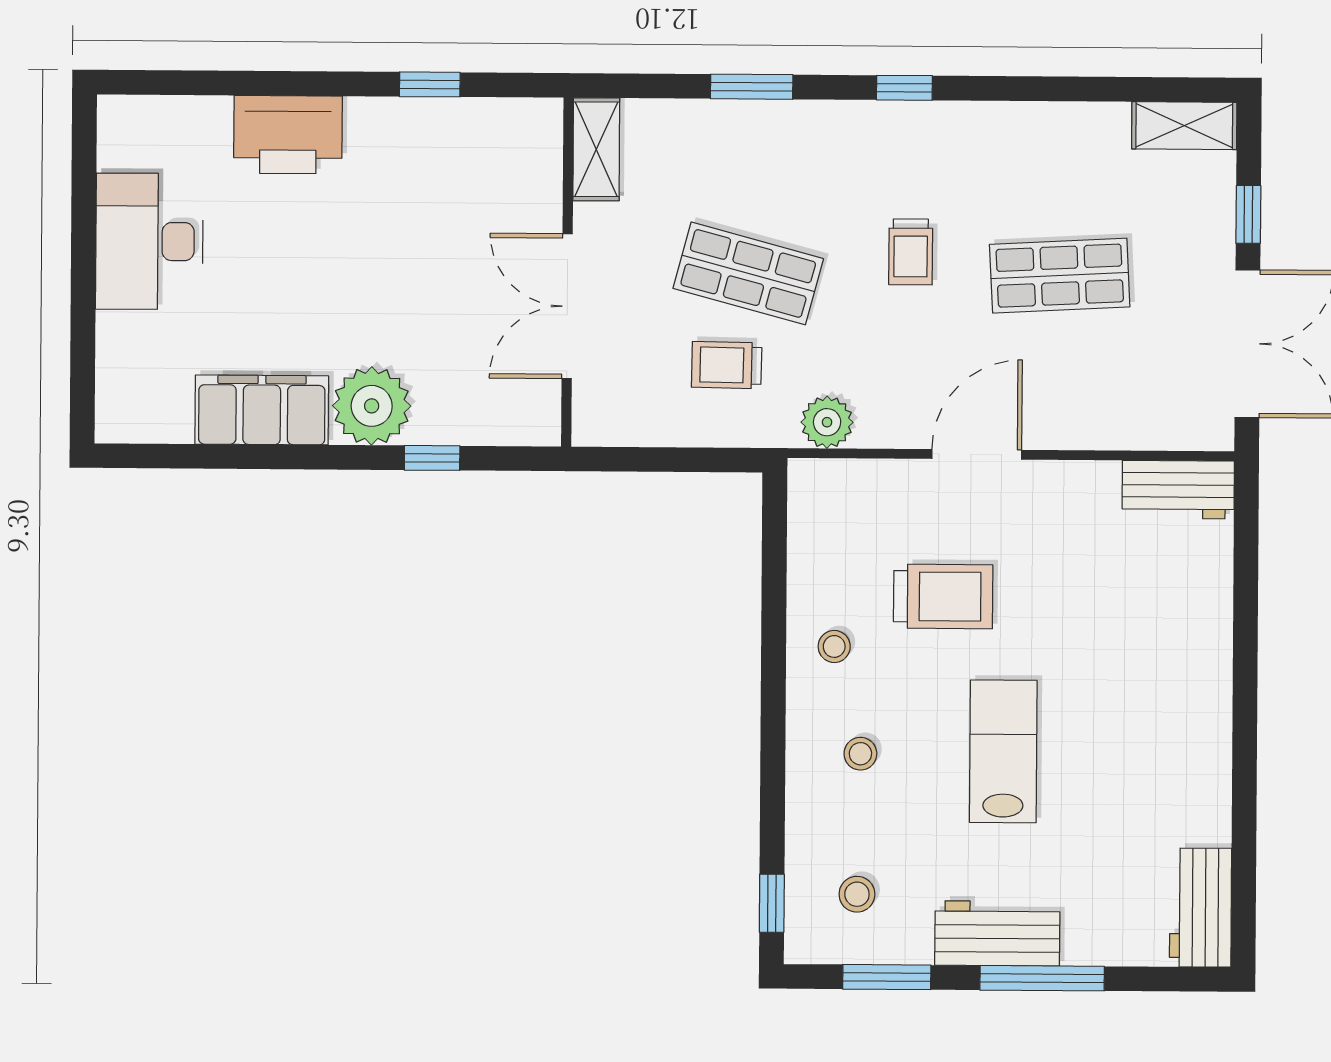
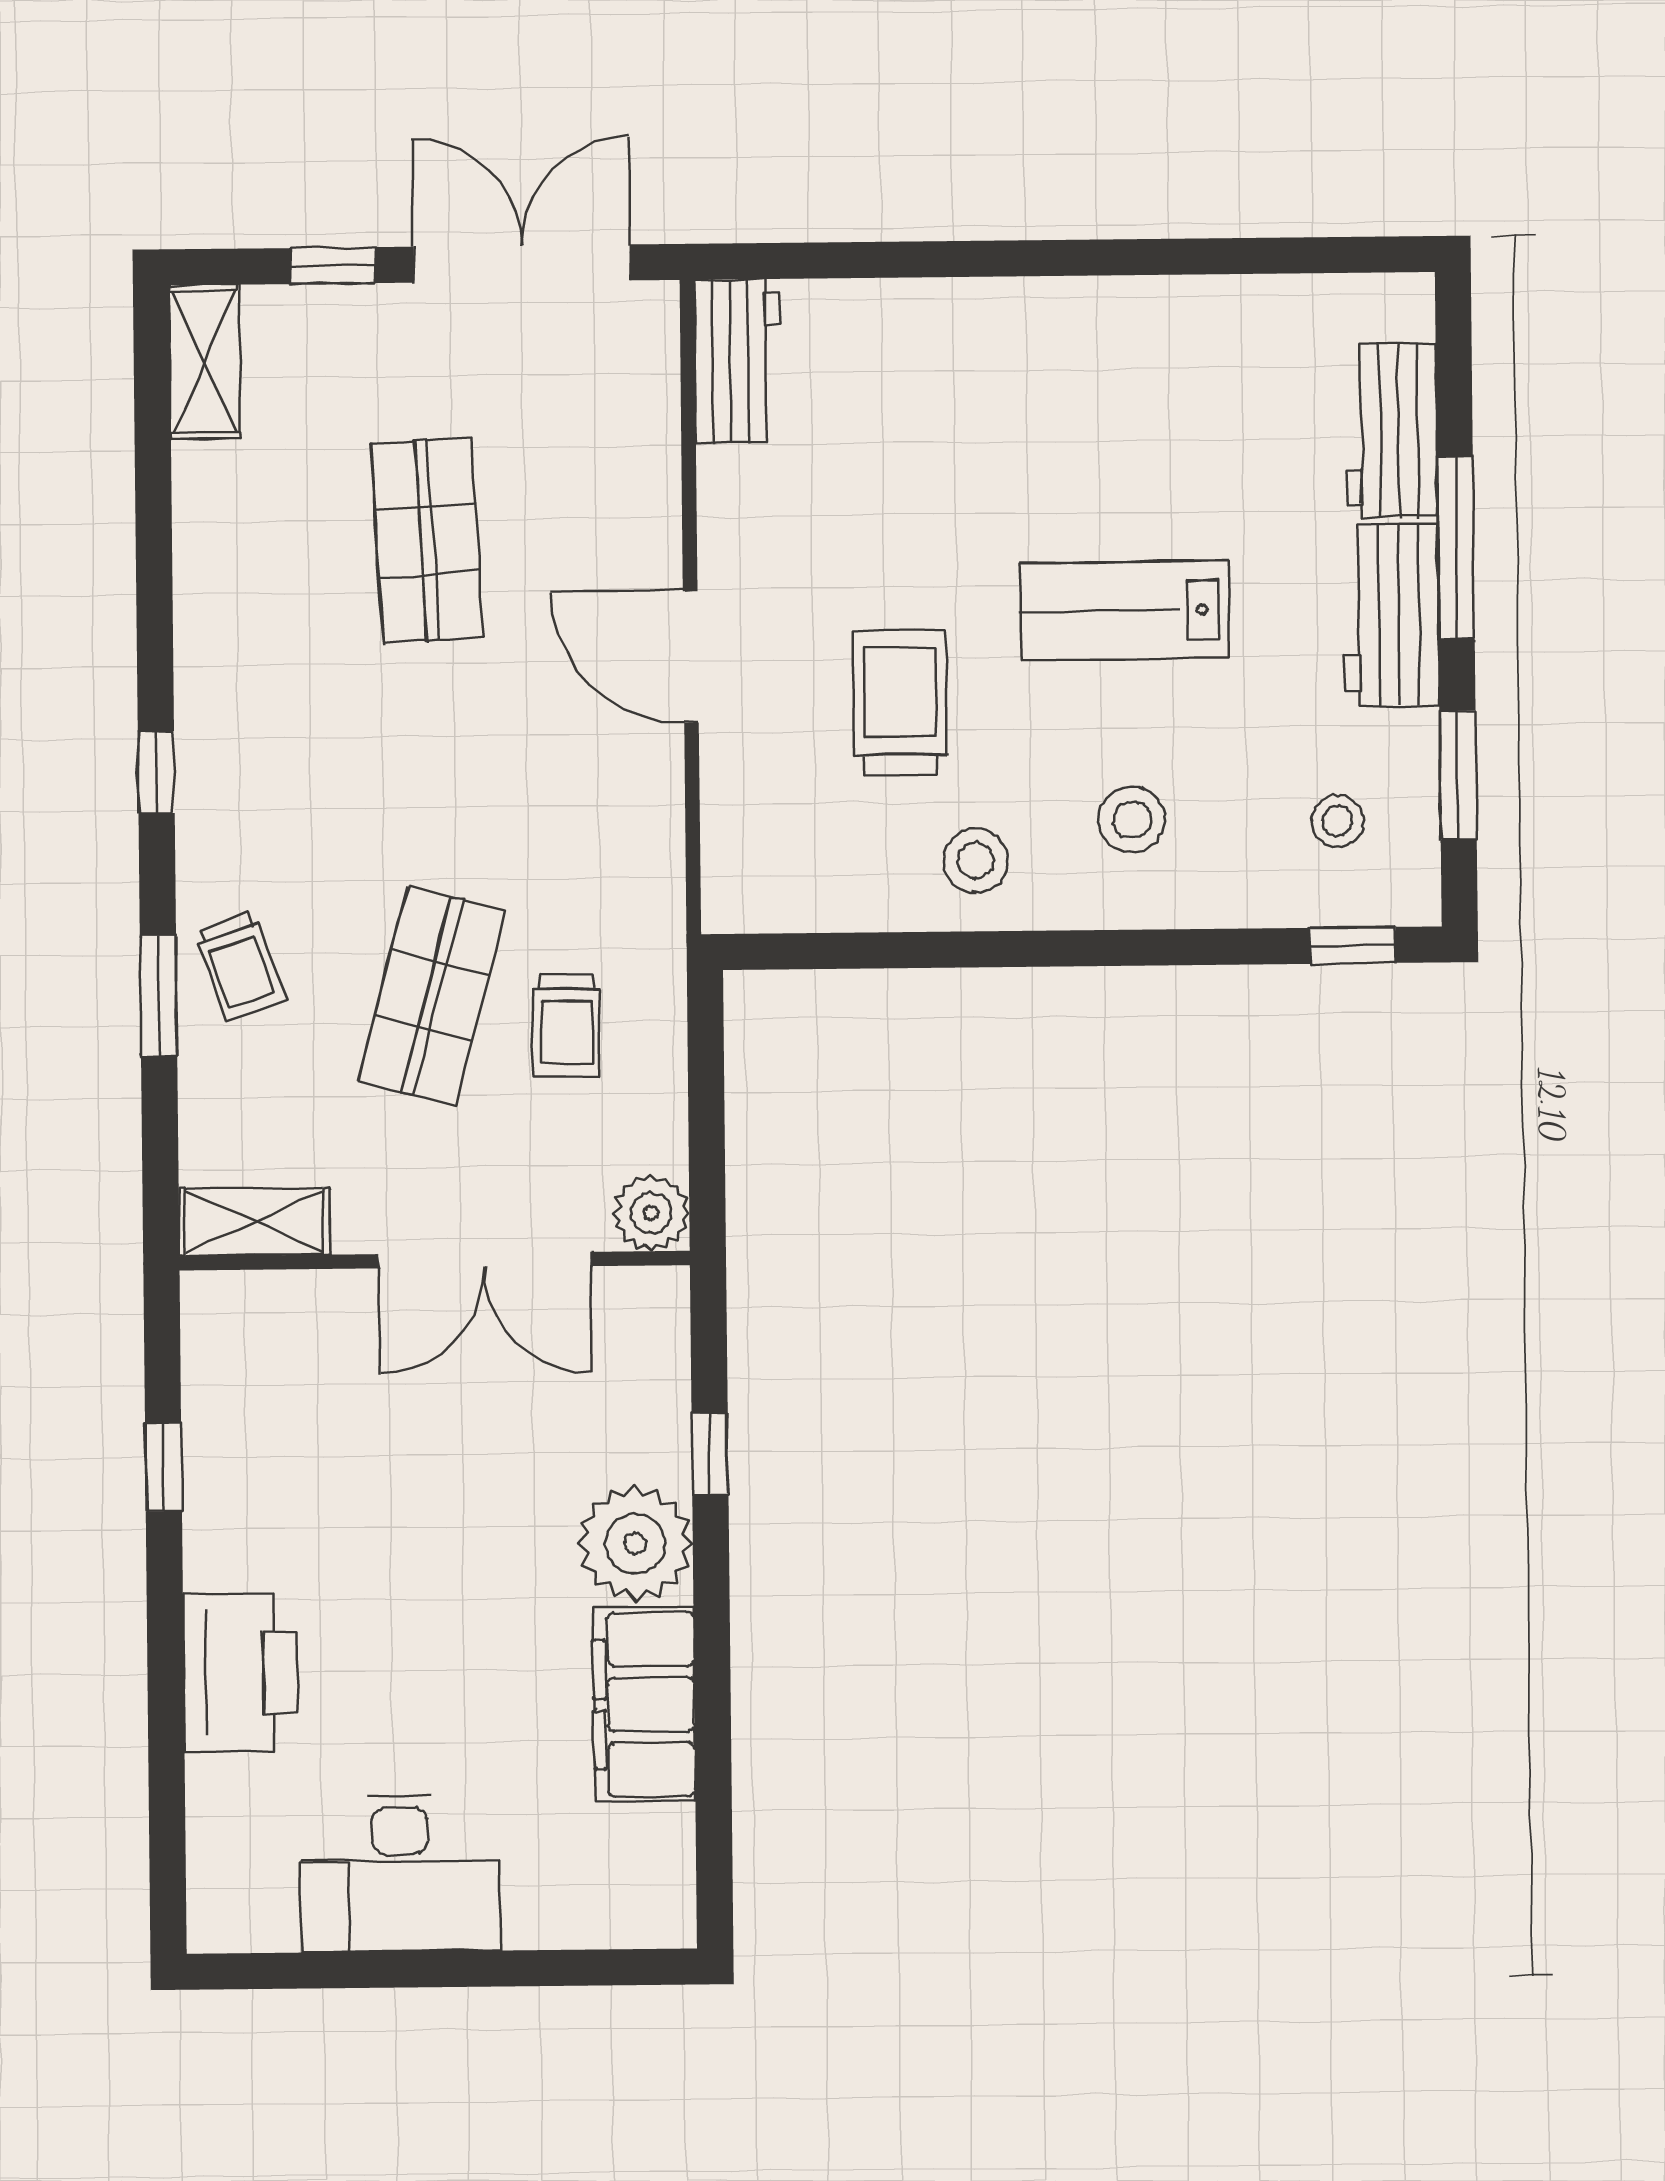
trolley: (911, 252) -> (240, 966), moved, turned 71
plant: (827, 422) -> (651, 1213), moved
stool: (834, 646) -> (976, 861), width x1.37, depth x1.37
stool: (860, 754) -> (1132, 820), width x1.37, depth x1.37
workbench: (1201, 908) -> (1392, 431), moved, turned 90

